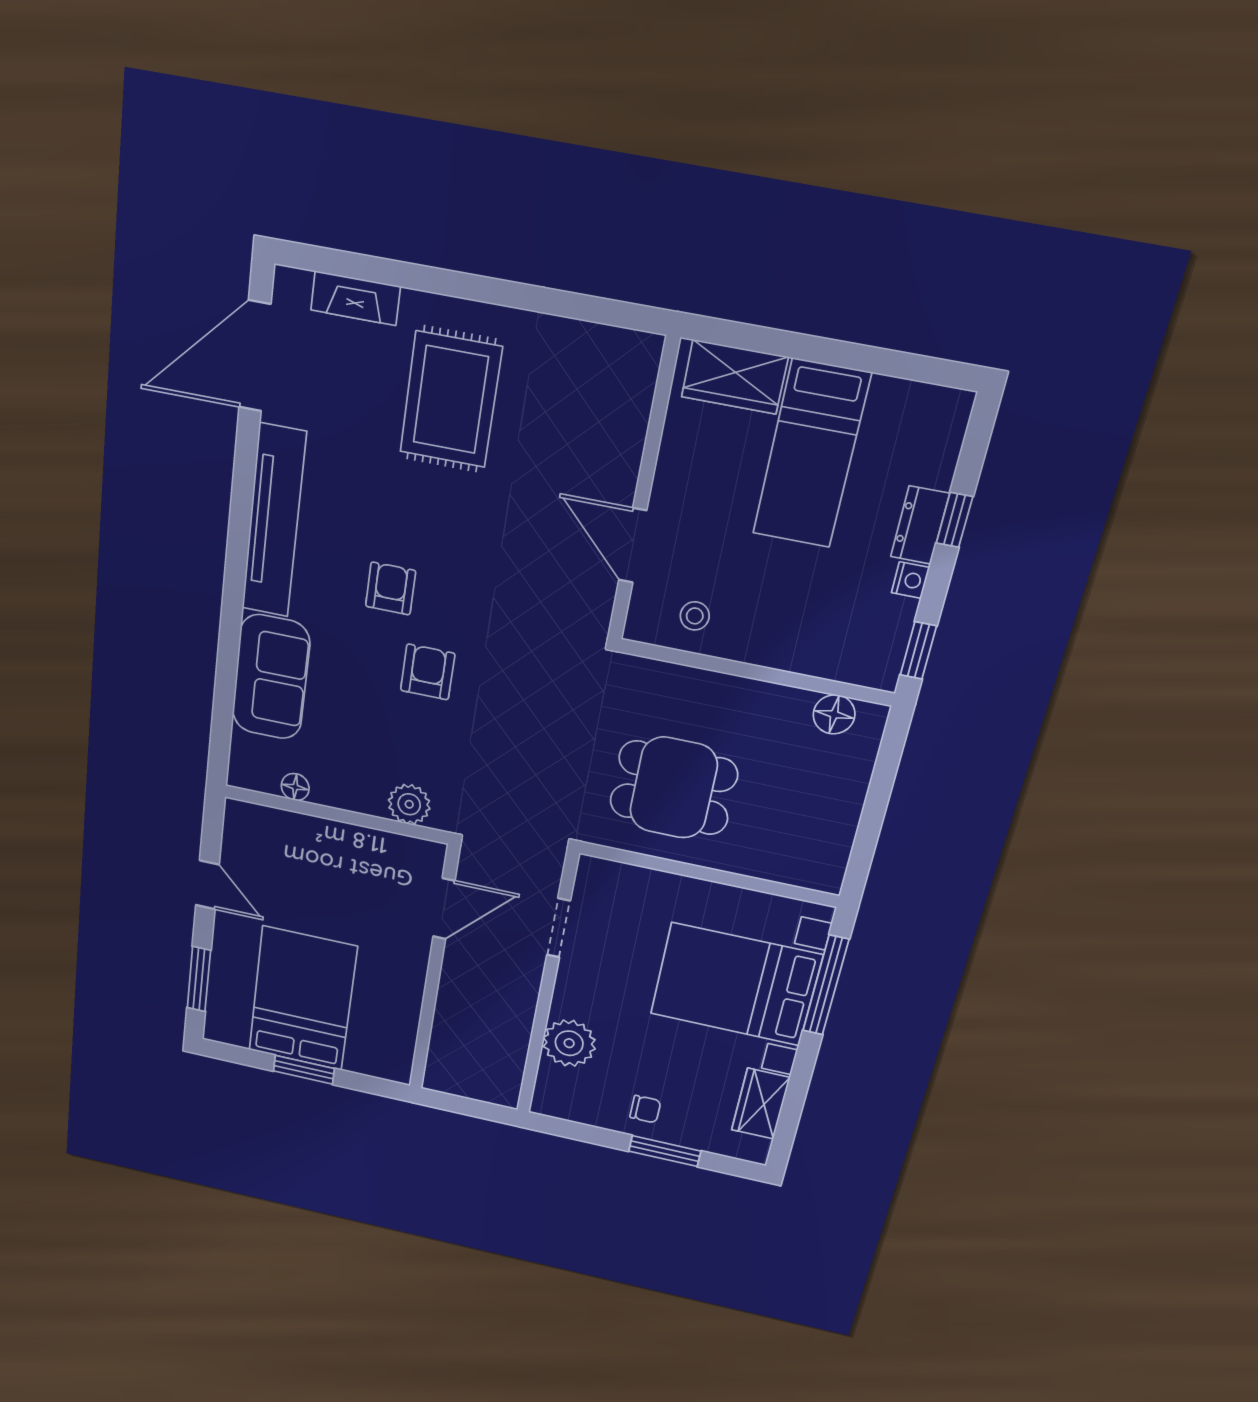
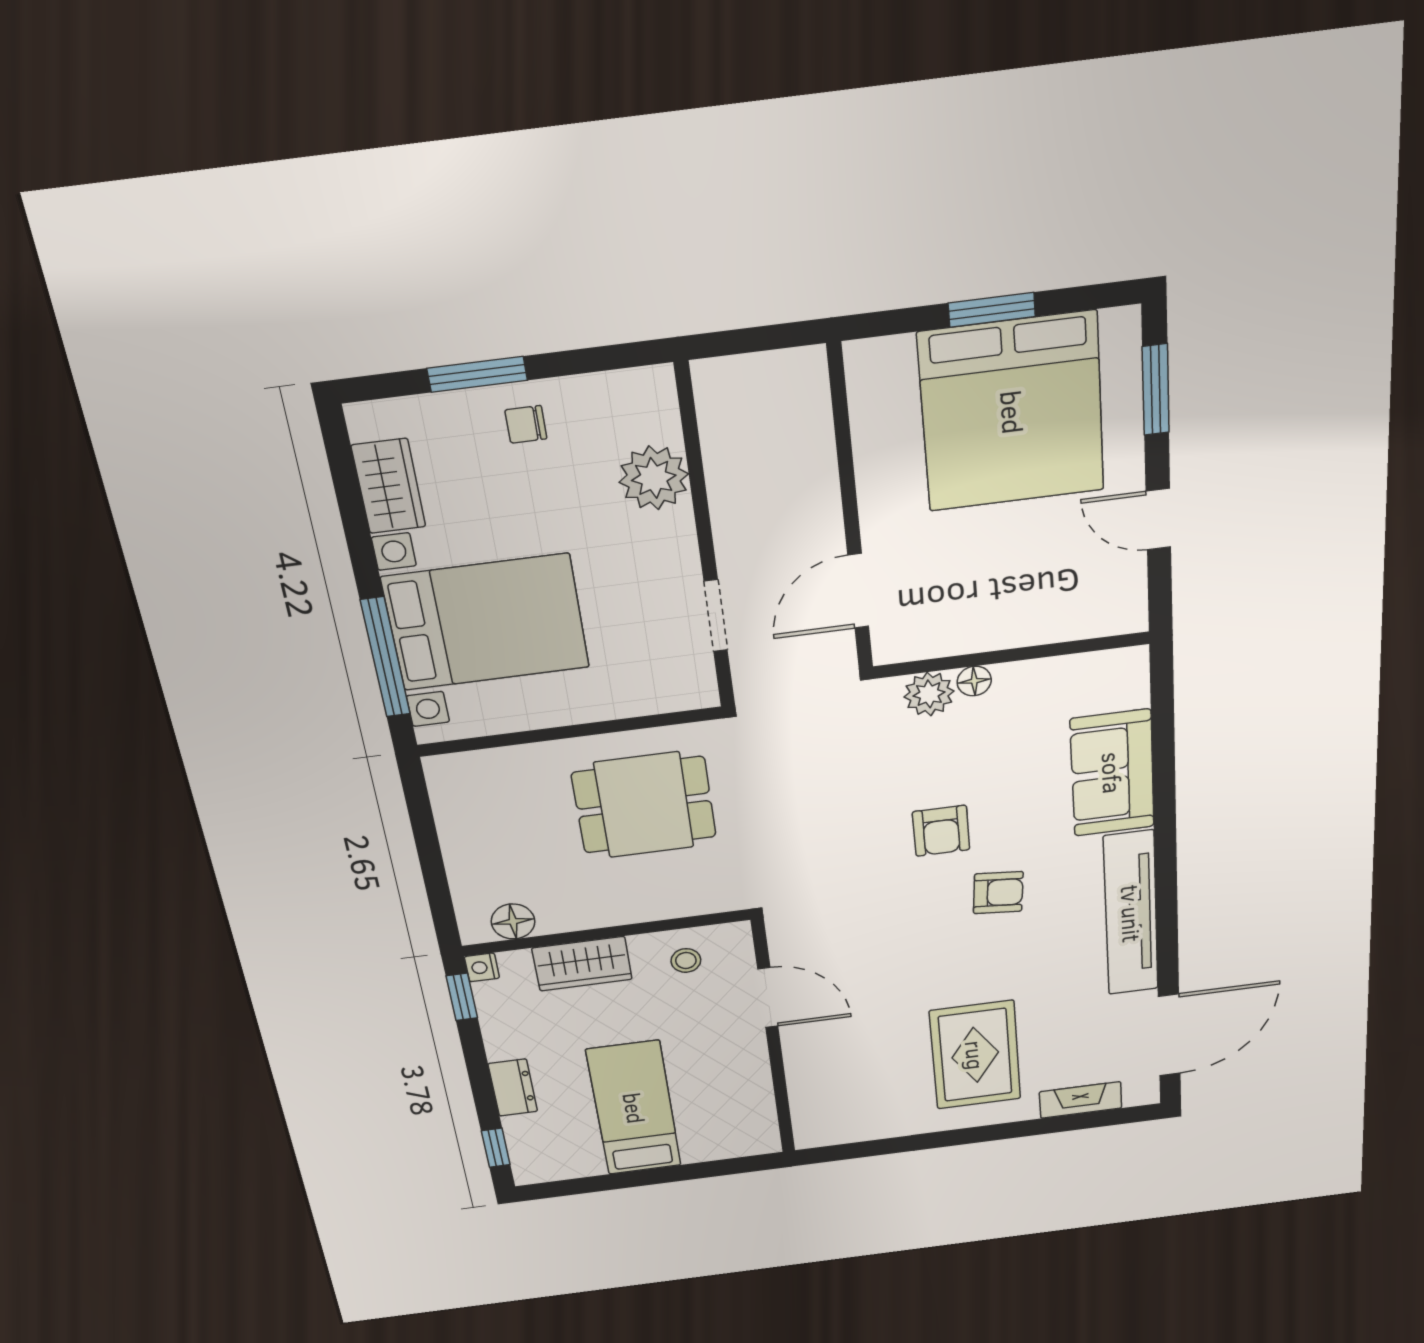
wardrobe: (735, 377) -> (582, 964), moved, turned 180
window: (954, 520) -> (496, 1148), moved
nightstand: (910, 580) -> (482, 967), moved
armchair: (391, 588) -> (998, 893), turned -85
floor lamp: (295, 787) -> (974, 681), moved
bed: (302, 999) -> (1012, 412), width x1.36

